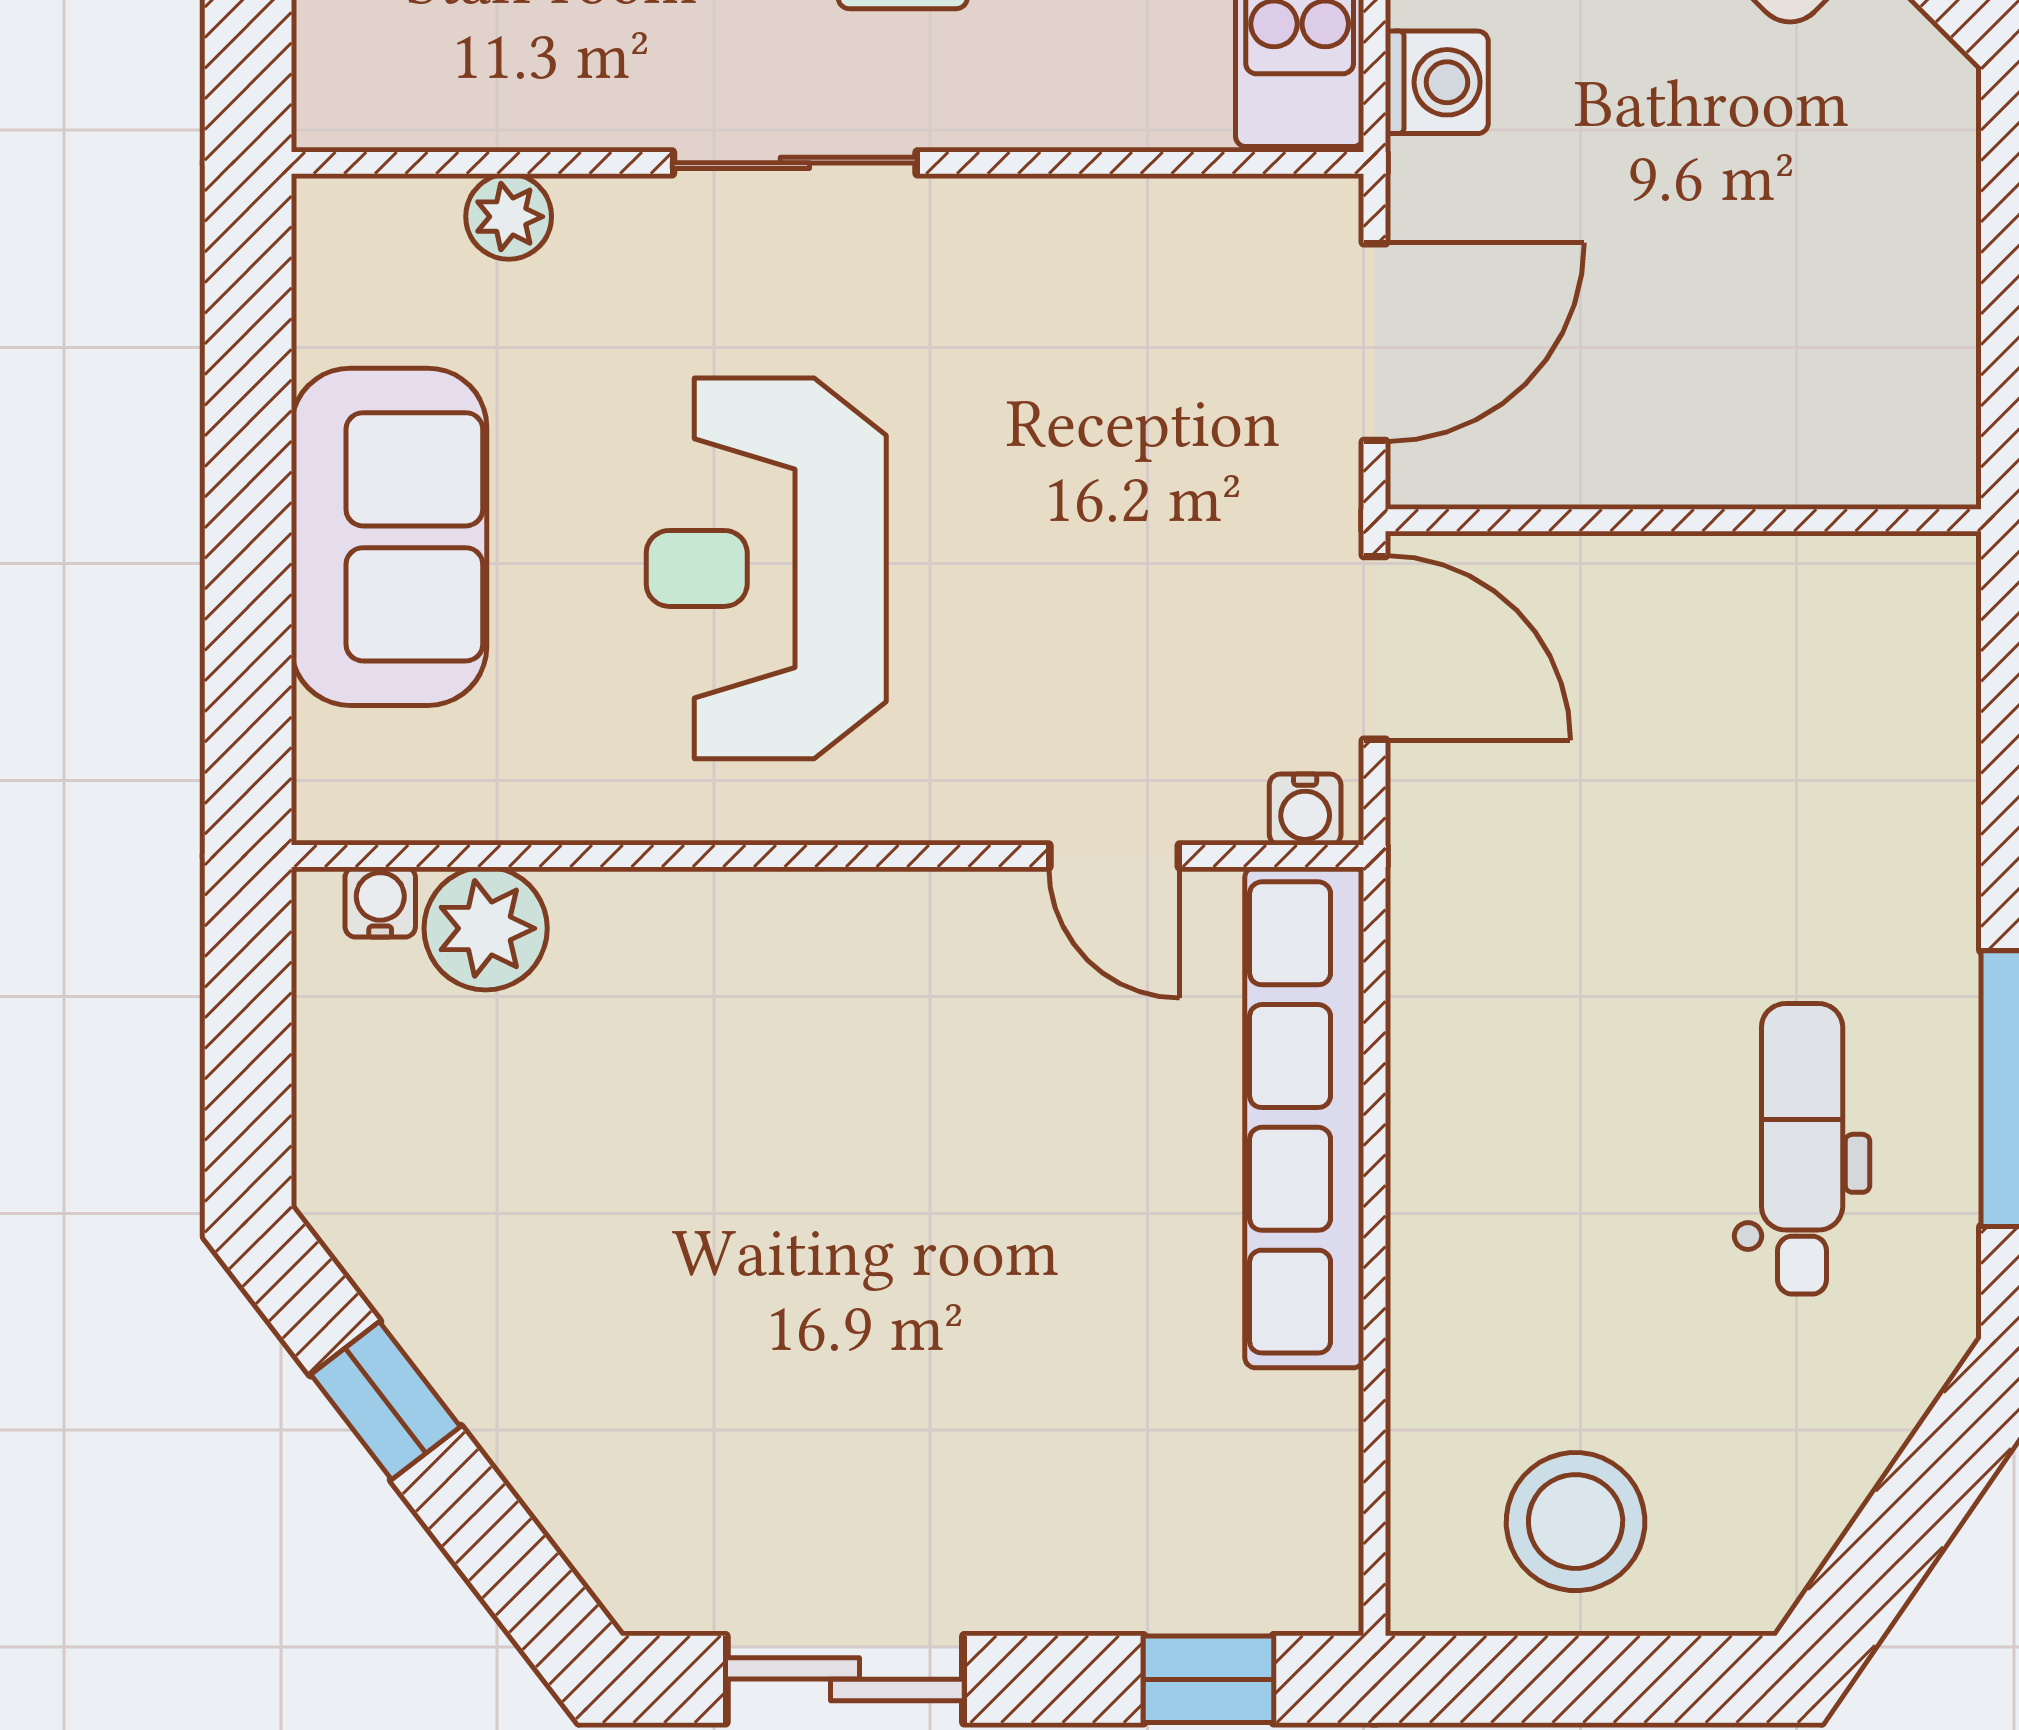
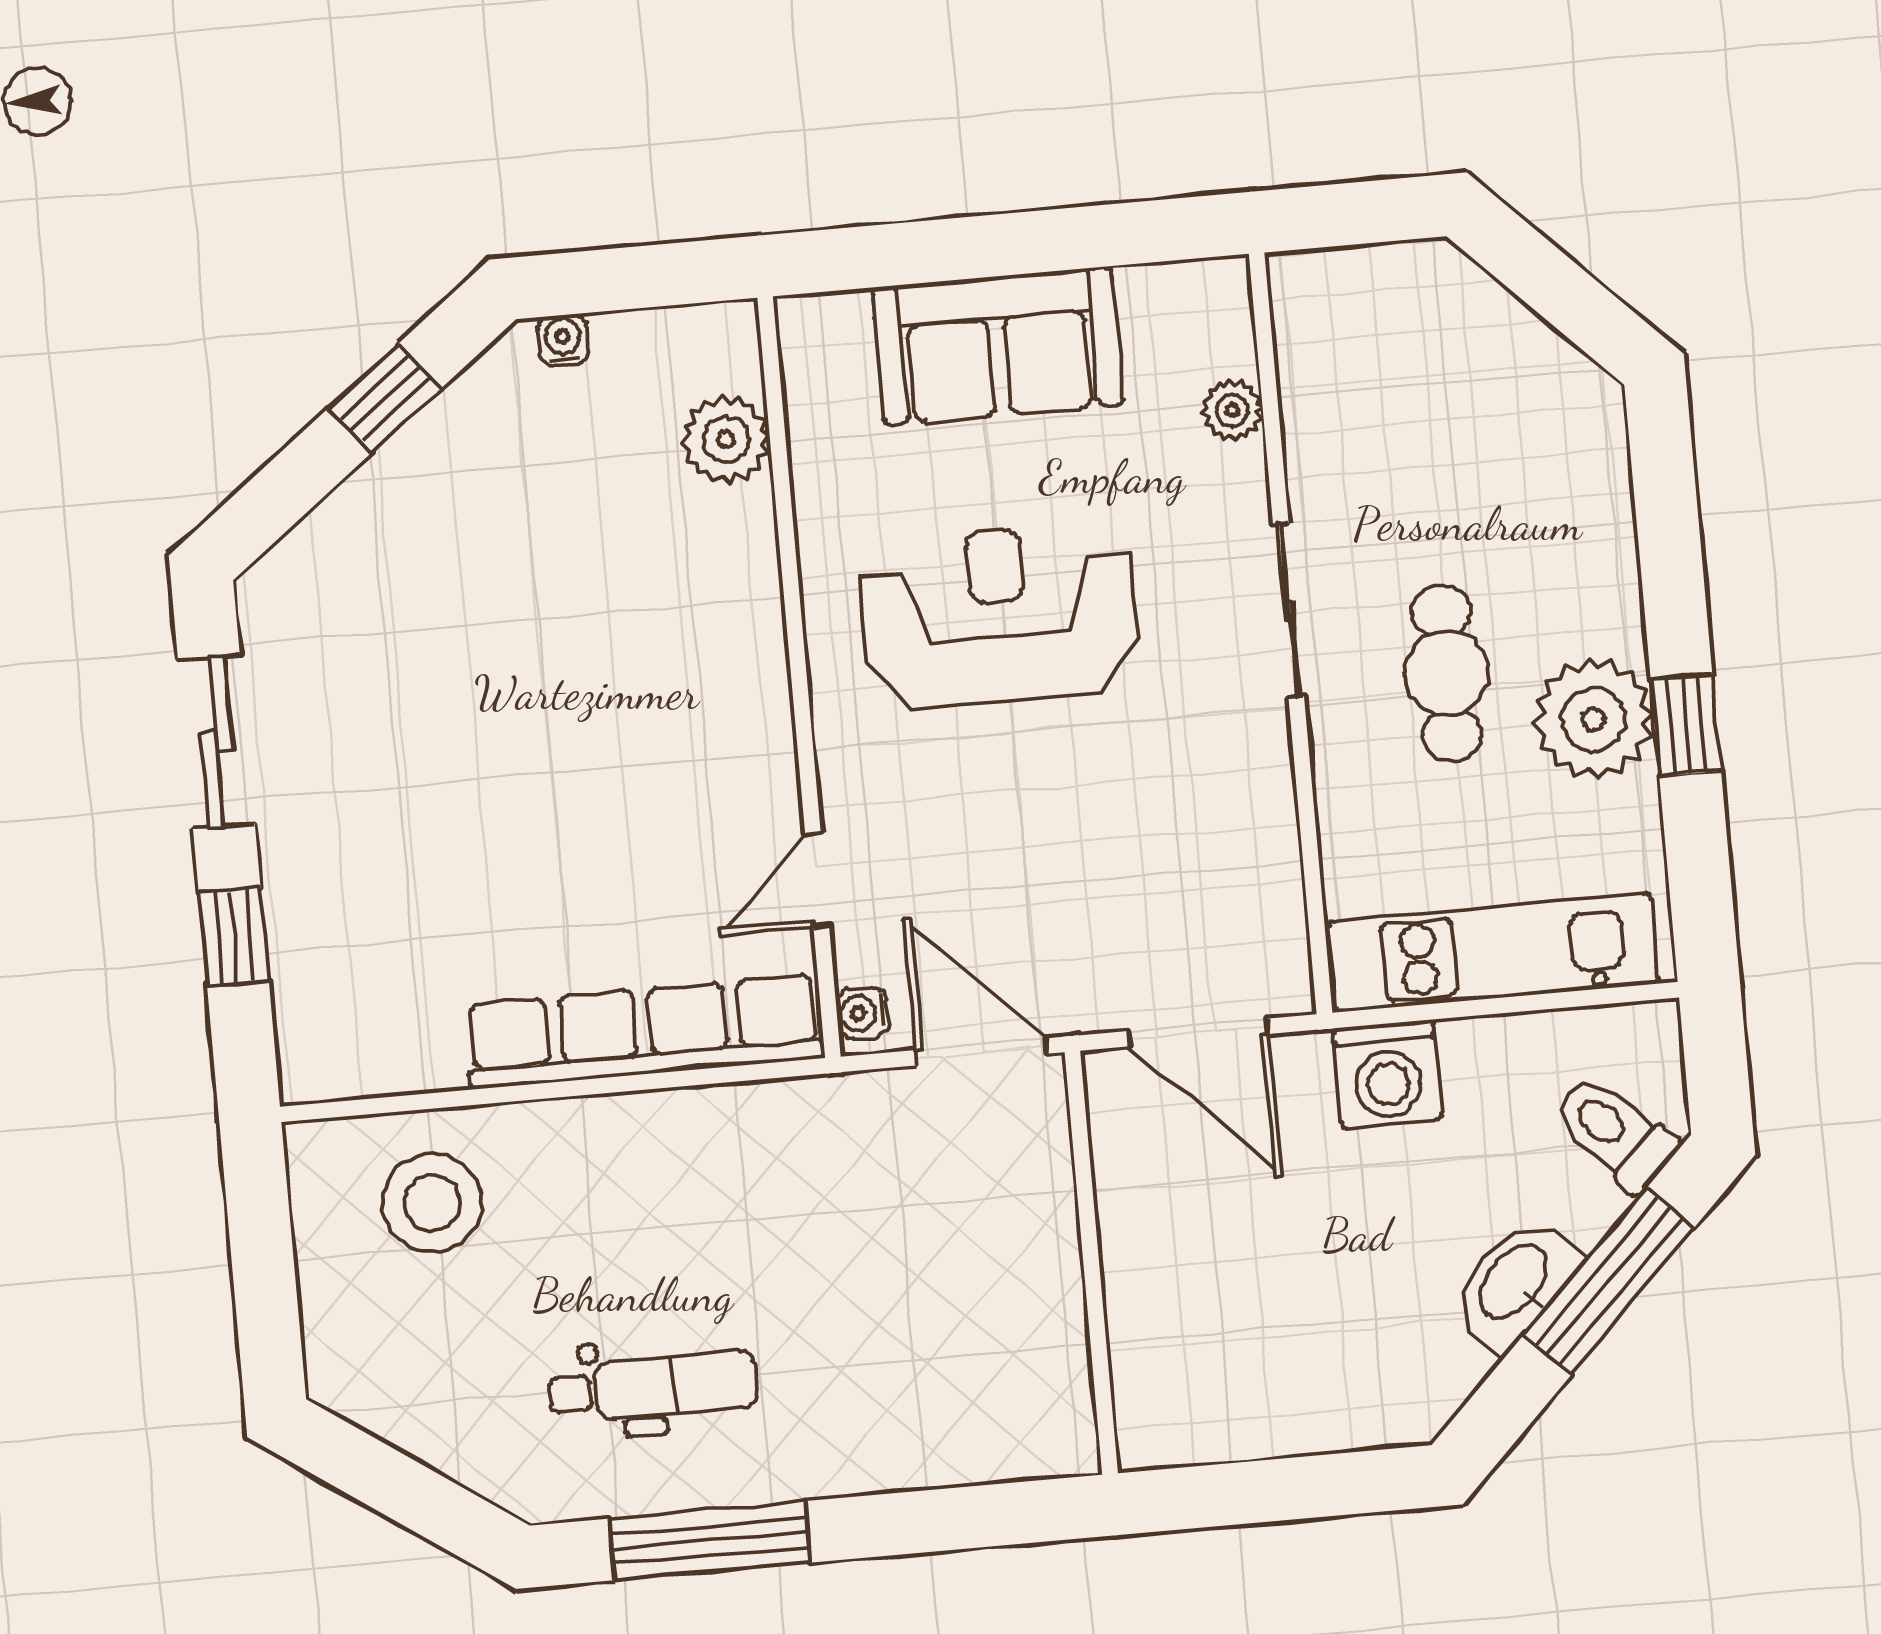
washing machine: (1437, 82) -> (1387, 1074), width x1.38, depth x1.38
door: (1375, 648) -> (981, 1052), swing flipped
water cooler: (380, 902) -> (563, 340), moved, turned -90
stool: (1576, 1522) -> (432, 1203), moved
window: (1208, 1679) -> (234, 936), moved

